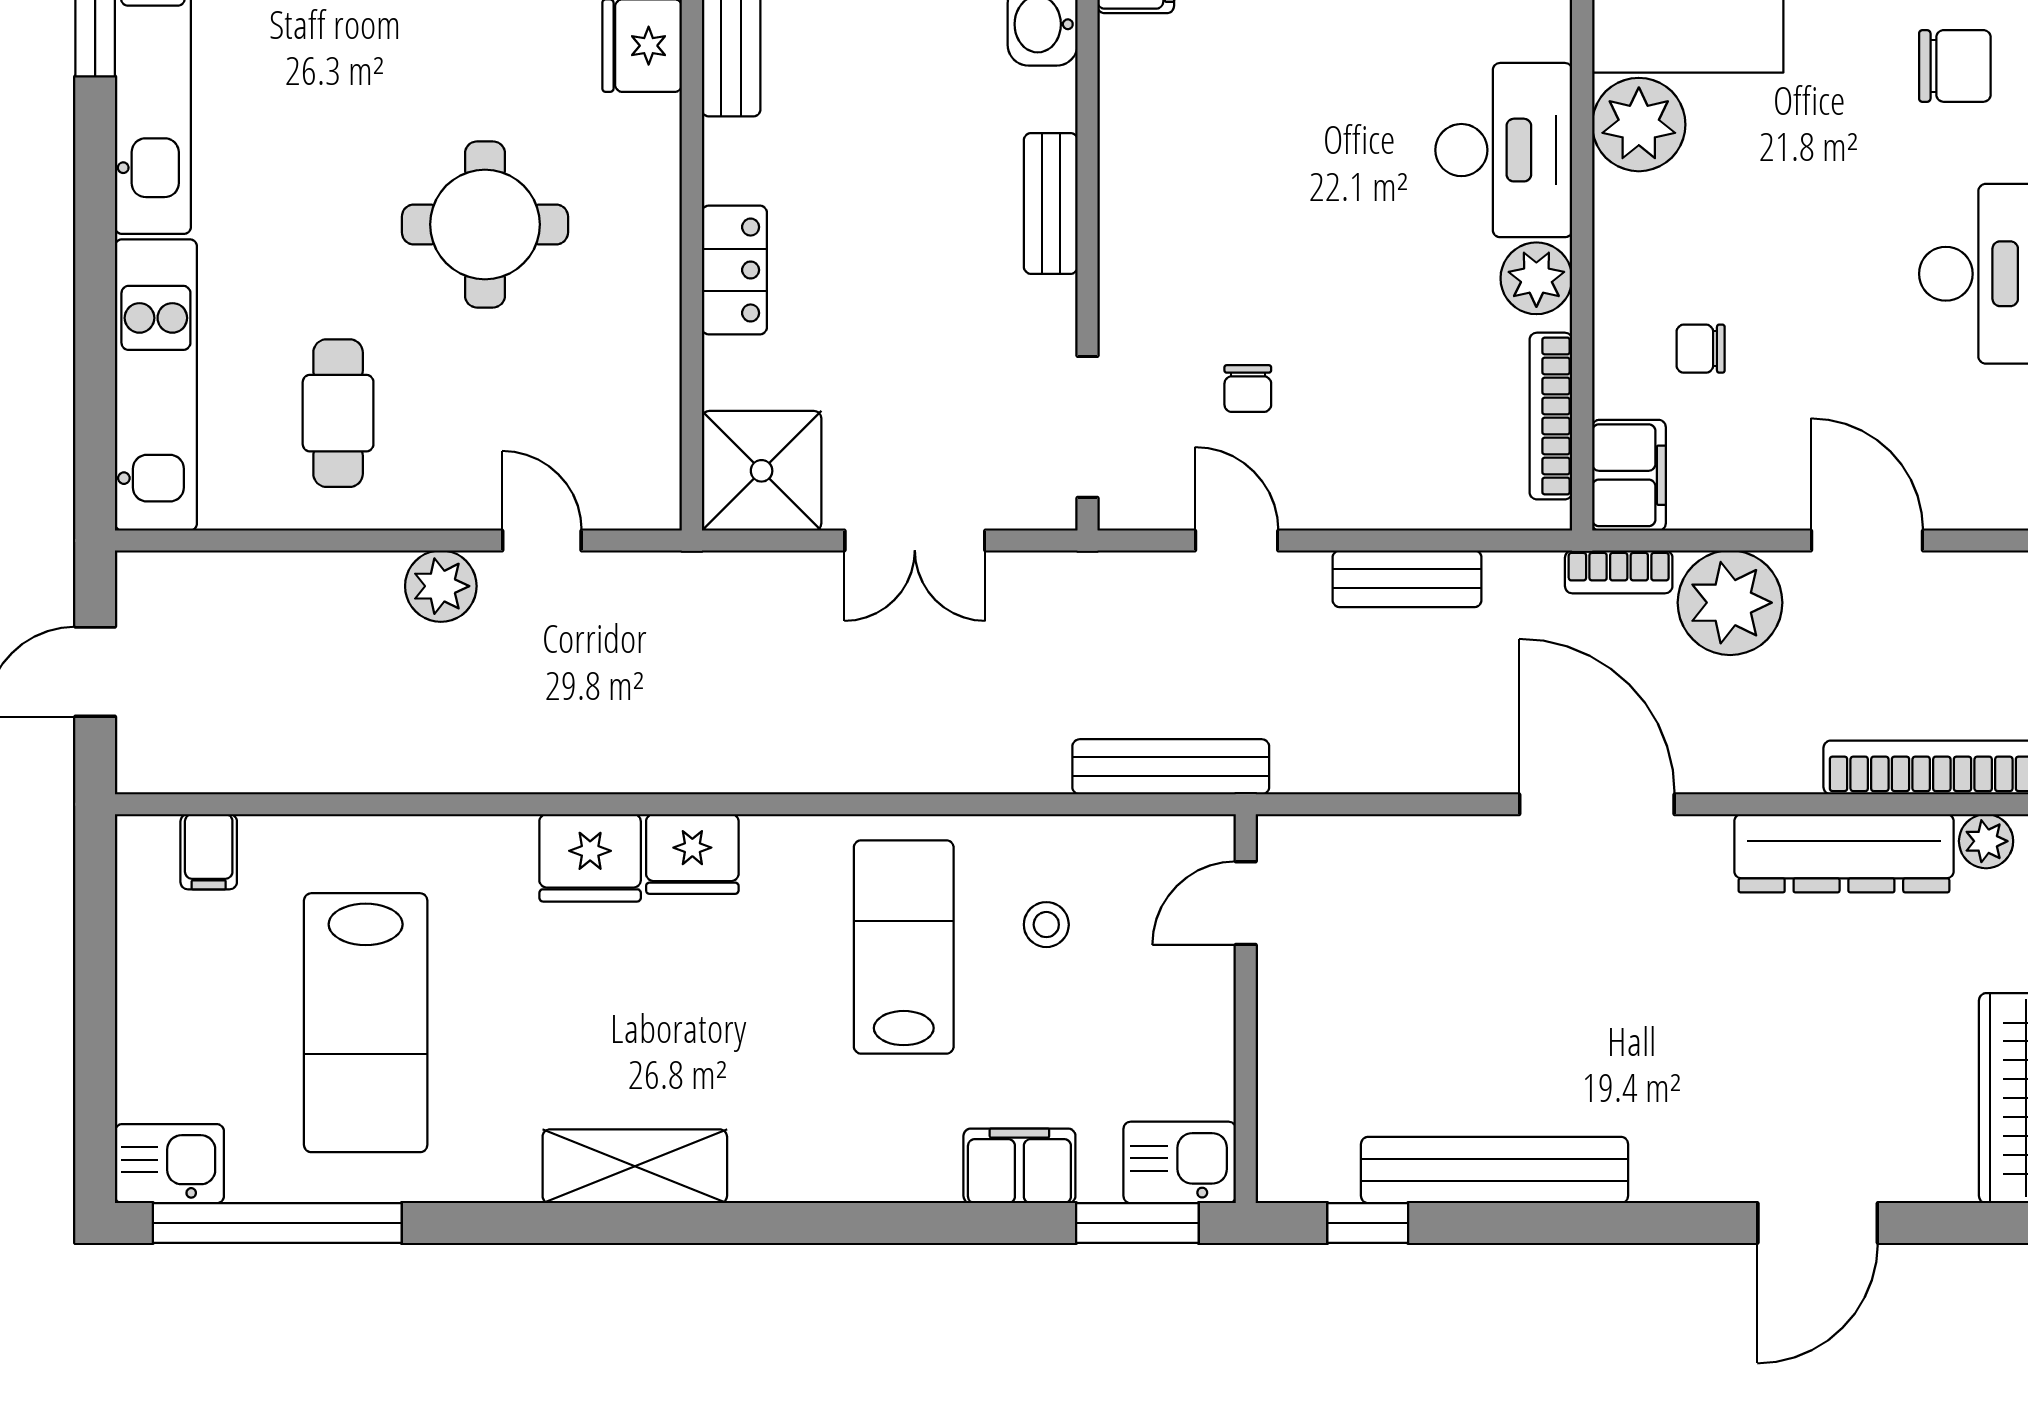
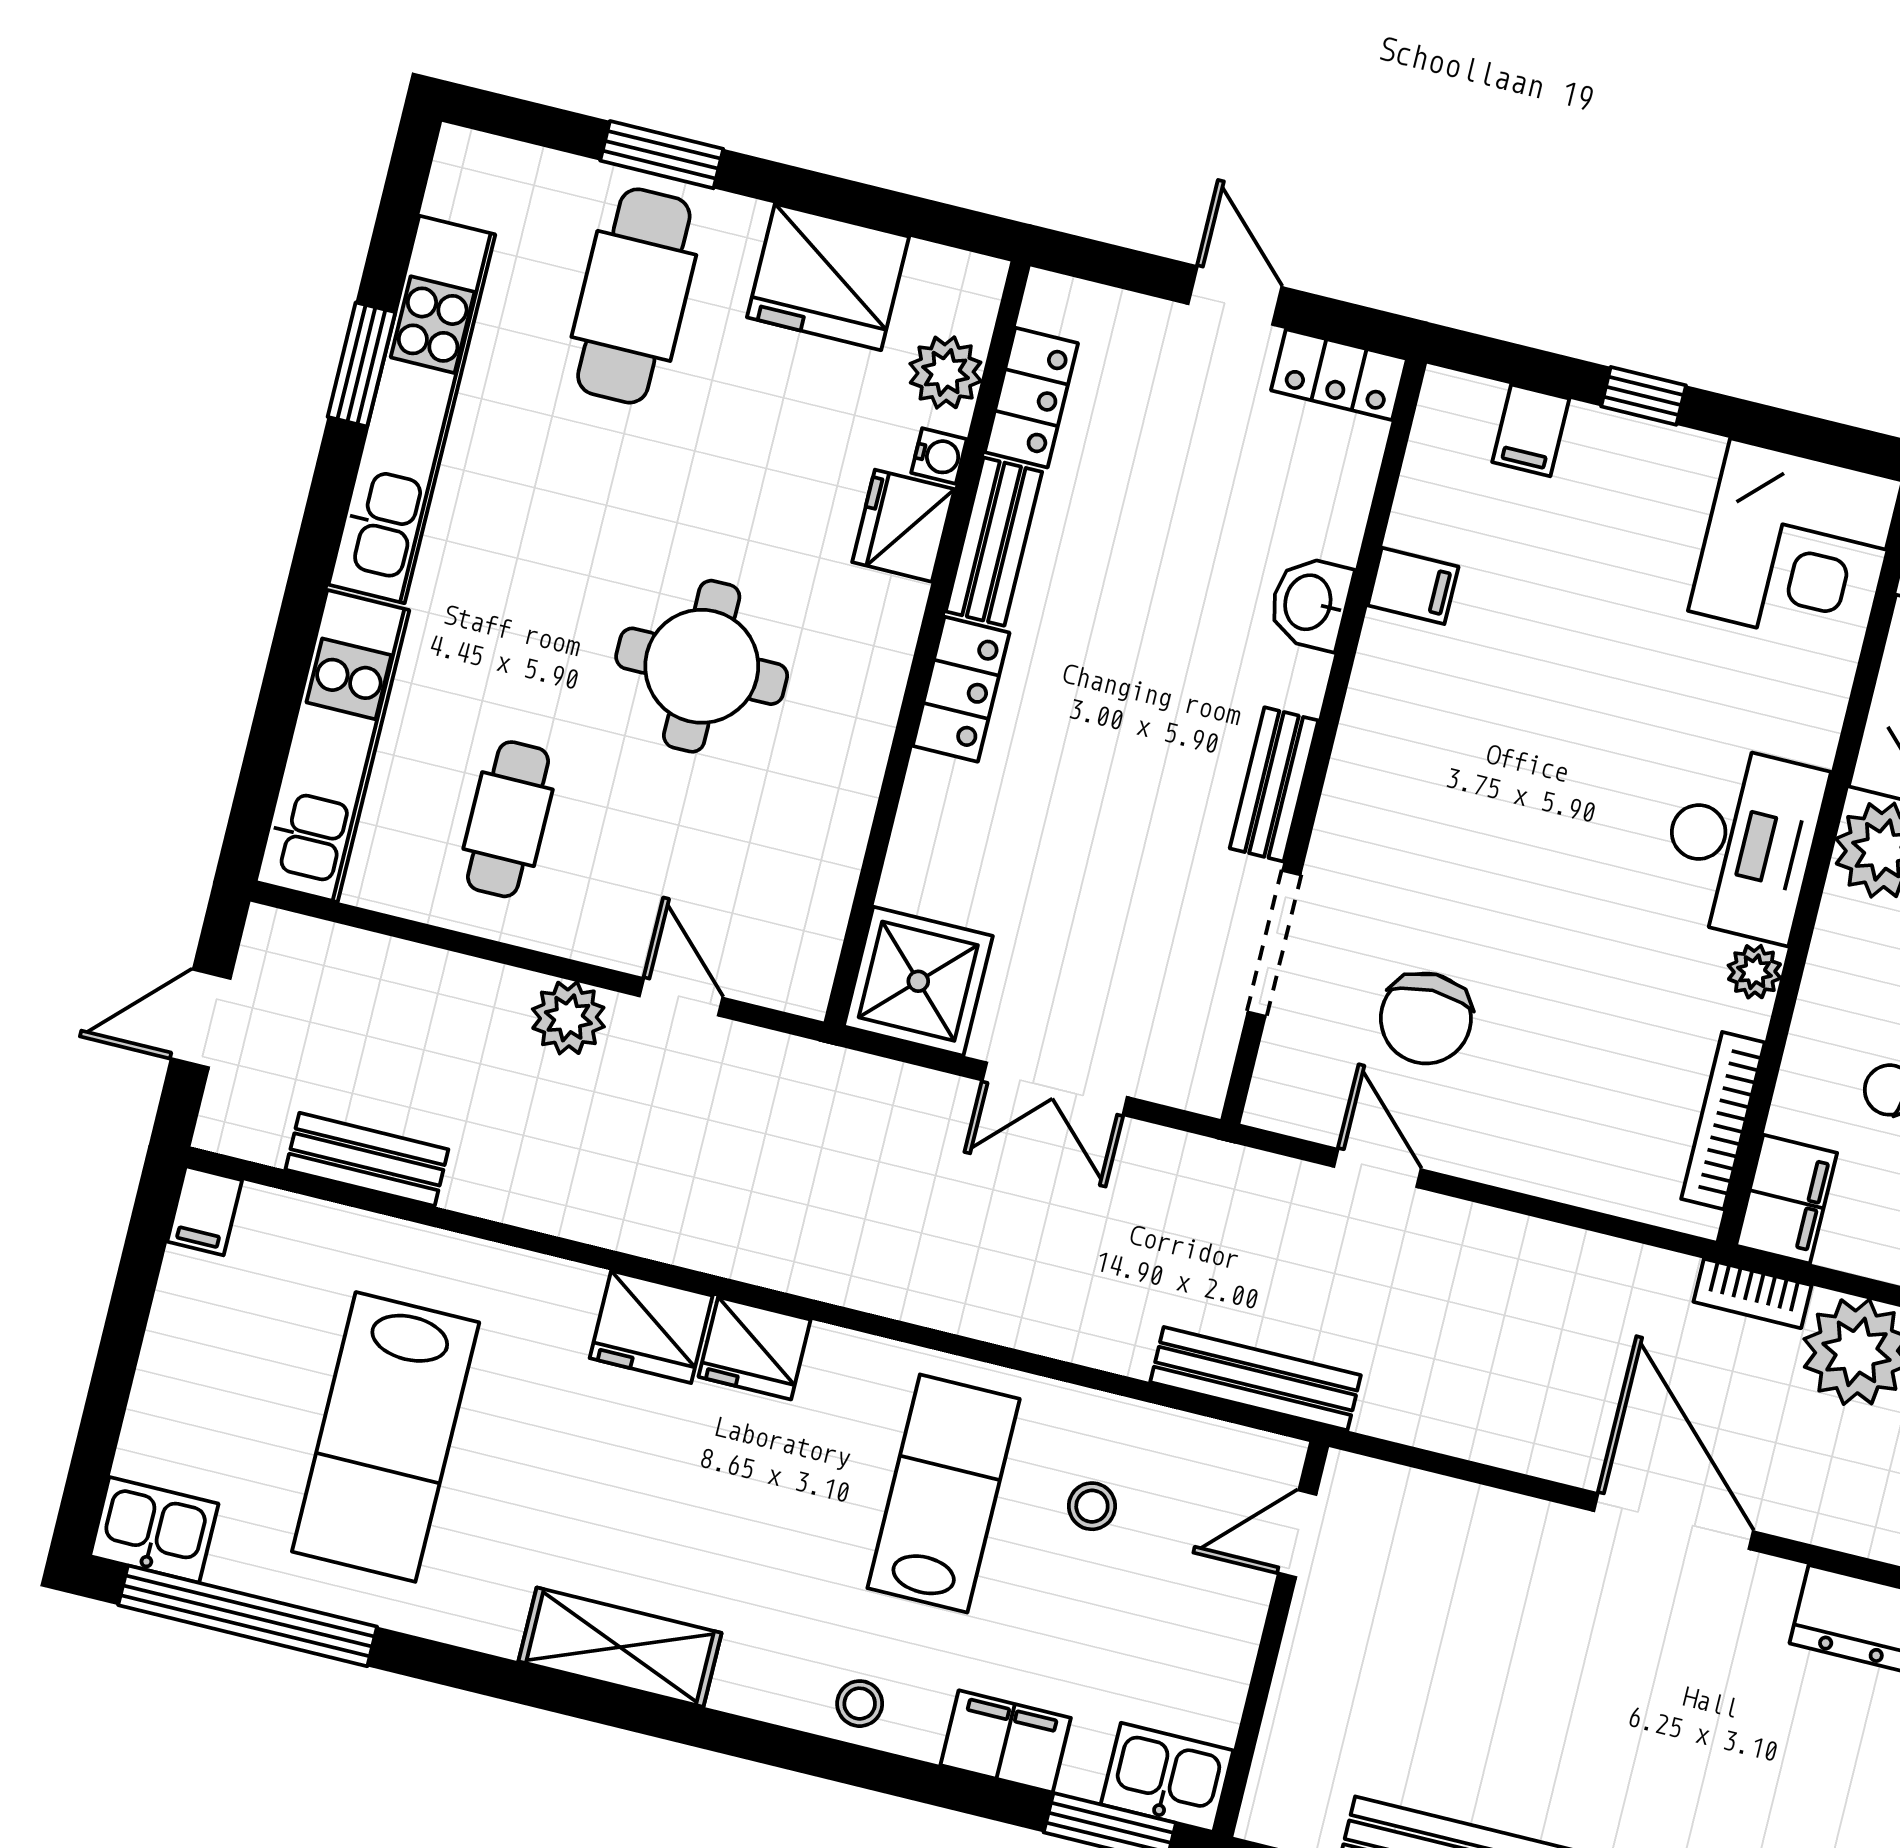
locker: (734, 270) -> (961, 689), moved
plant: (1536, 278) -> (1754, 972), width x0.73, depth x0.73
chair: (1248, 389) -> (1426, 1018), width x1.87, depth x1.87
doorway: (1088, 427) -> (1274, 943), moved
bench: (1407, 579) -> (367, 1159), moved
filing cabinet: (209, 852) -> (205, 1211), moved
stool: (873, 1164) -> (860, 1704), added

